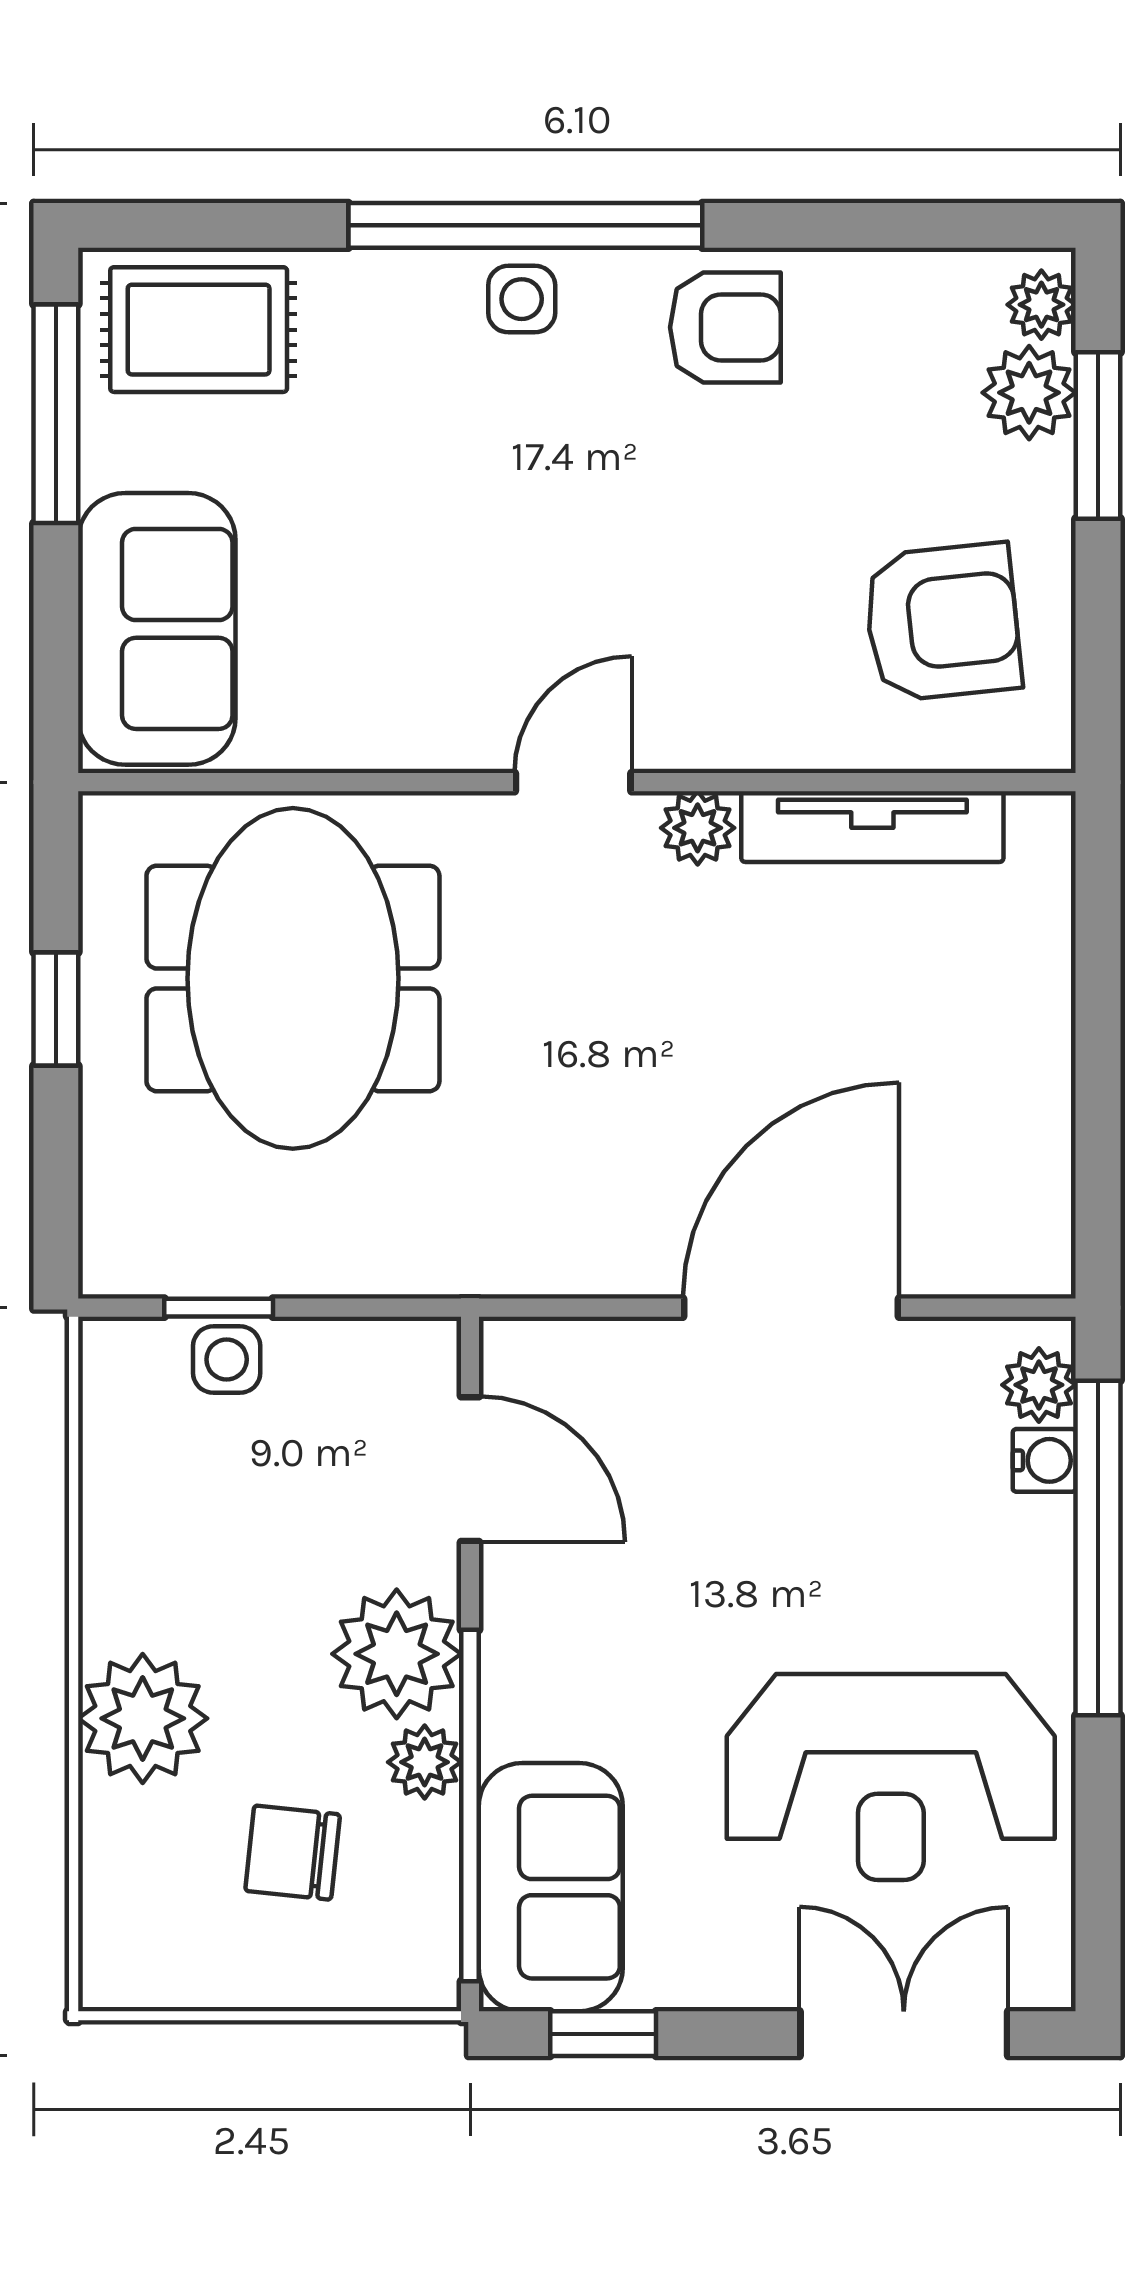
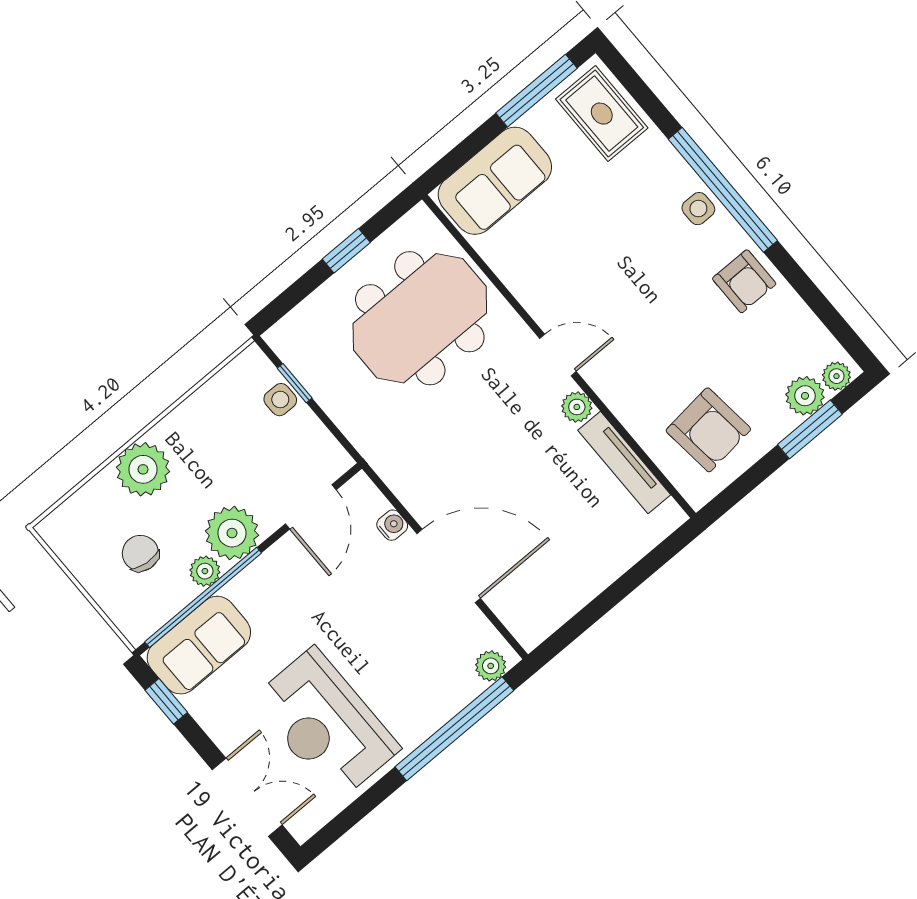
water cooler: (1044, 1460) -> (392, 525), moved, turned -90

